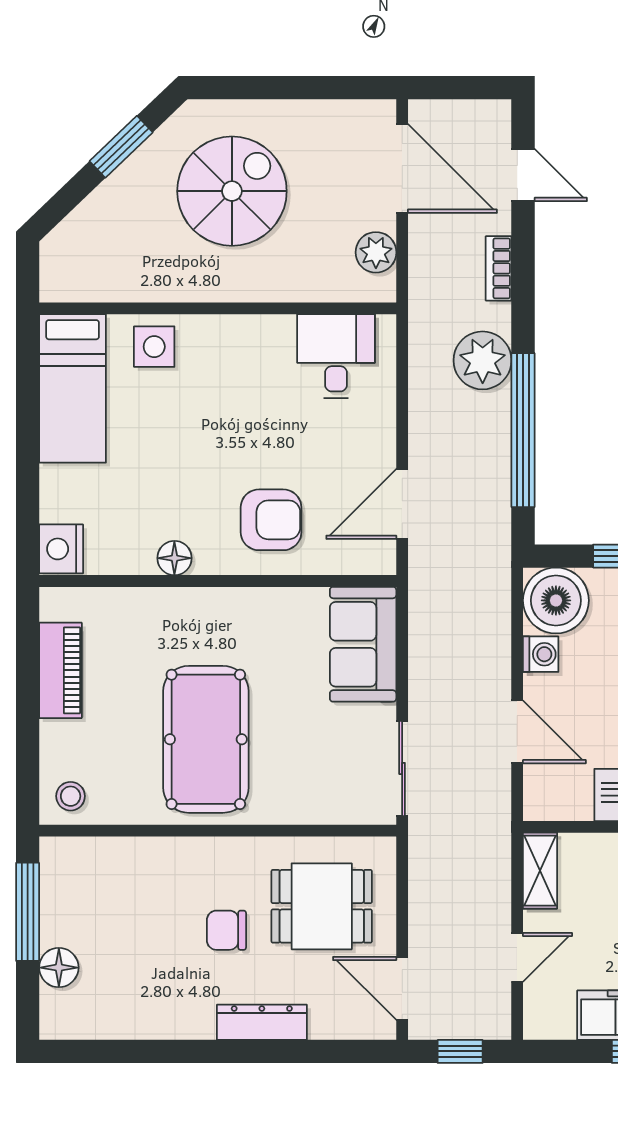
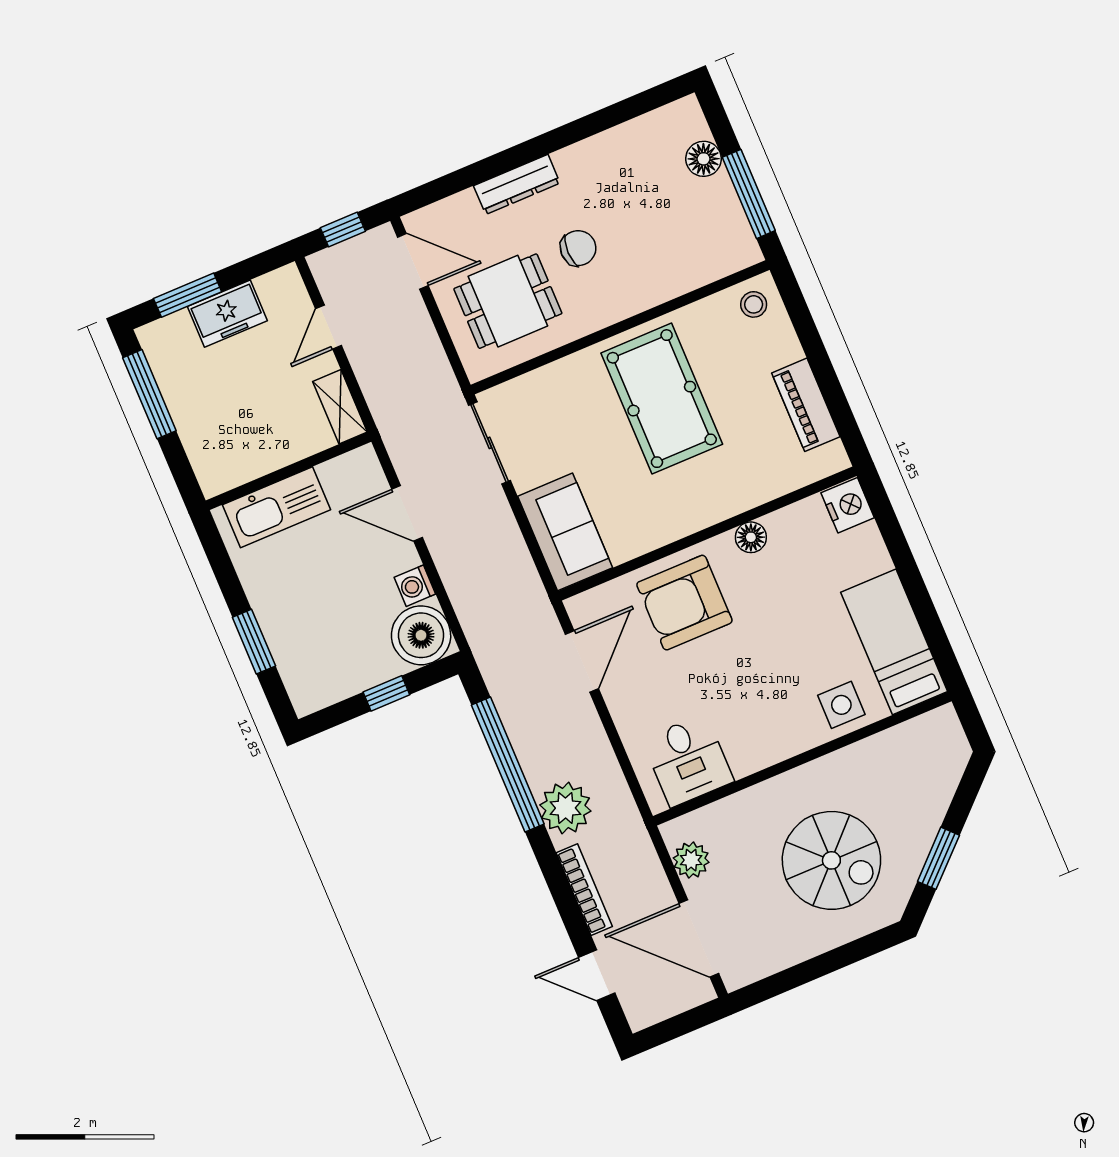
spiral stairs: (232, 191) -> (831, 860), turned -90
bookcase: (499, 268) -> (584, 890), width x1.56
armchair: (271, 520) -> (684, 603), width x1.36, depth x1.36

